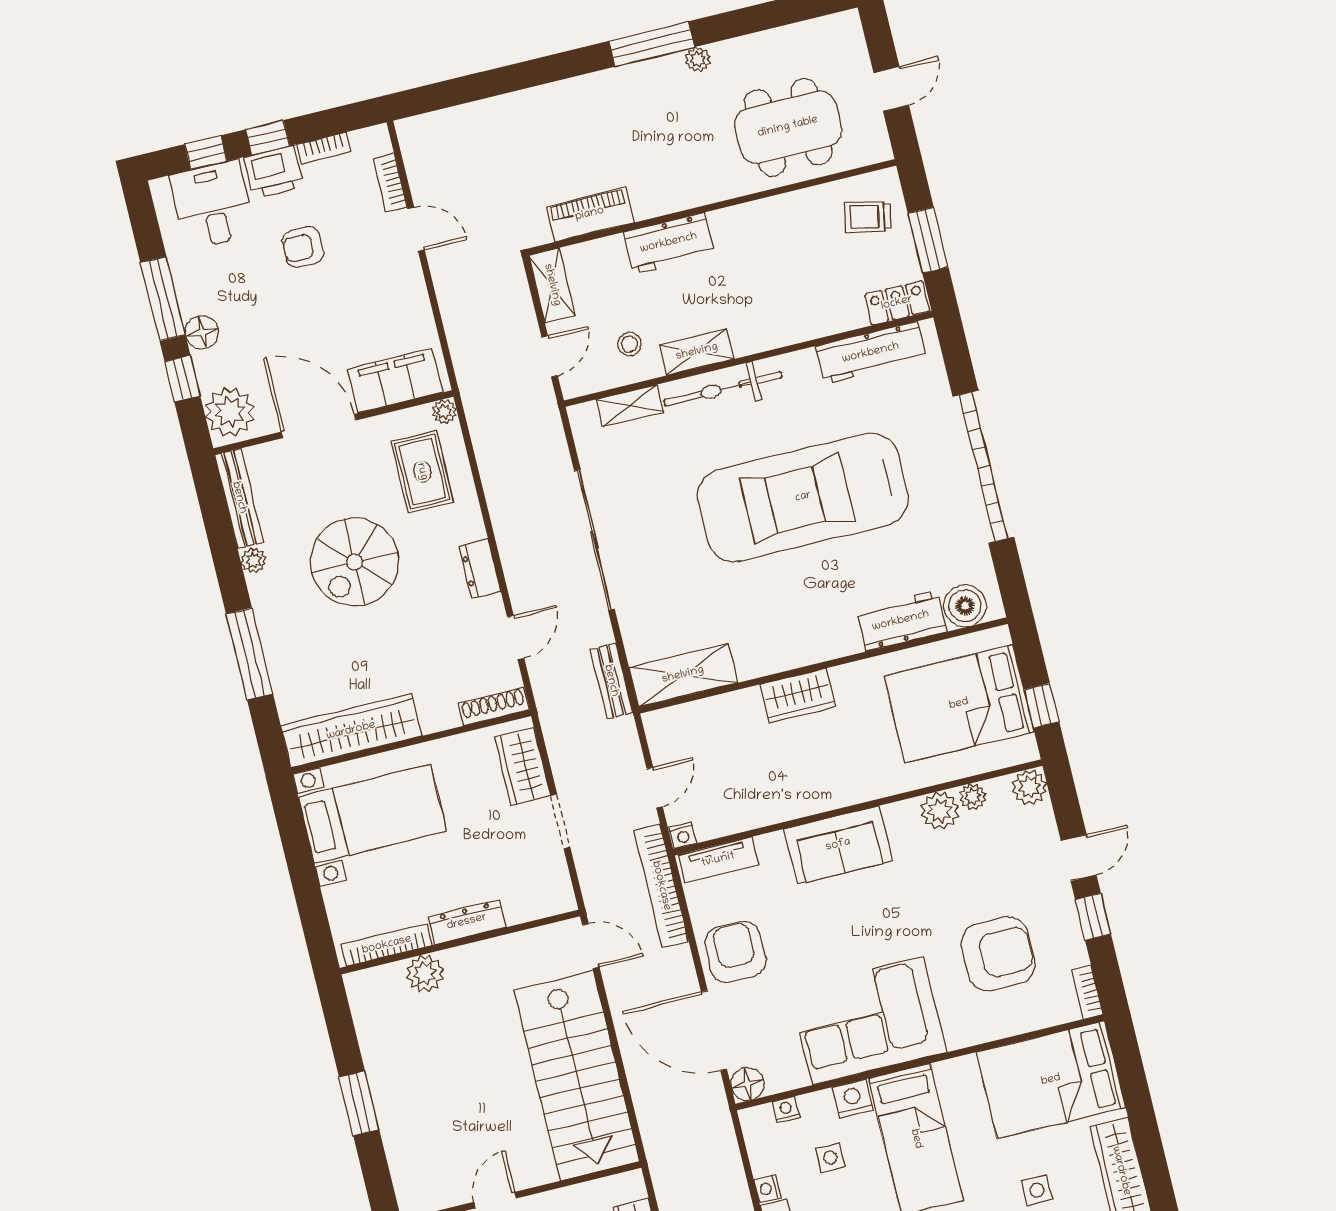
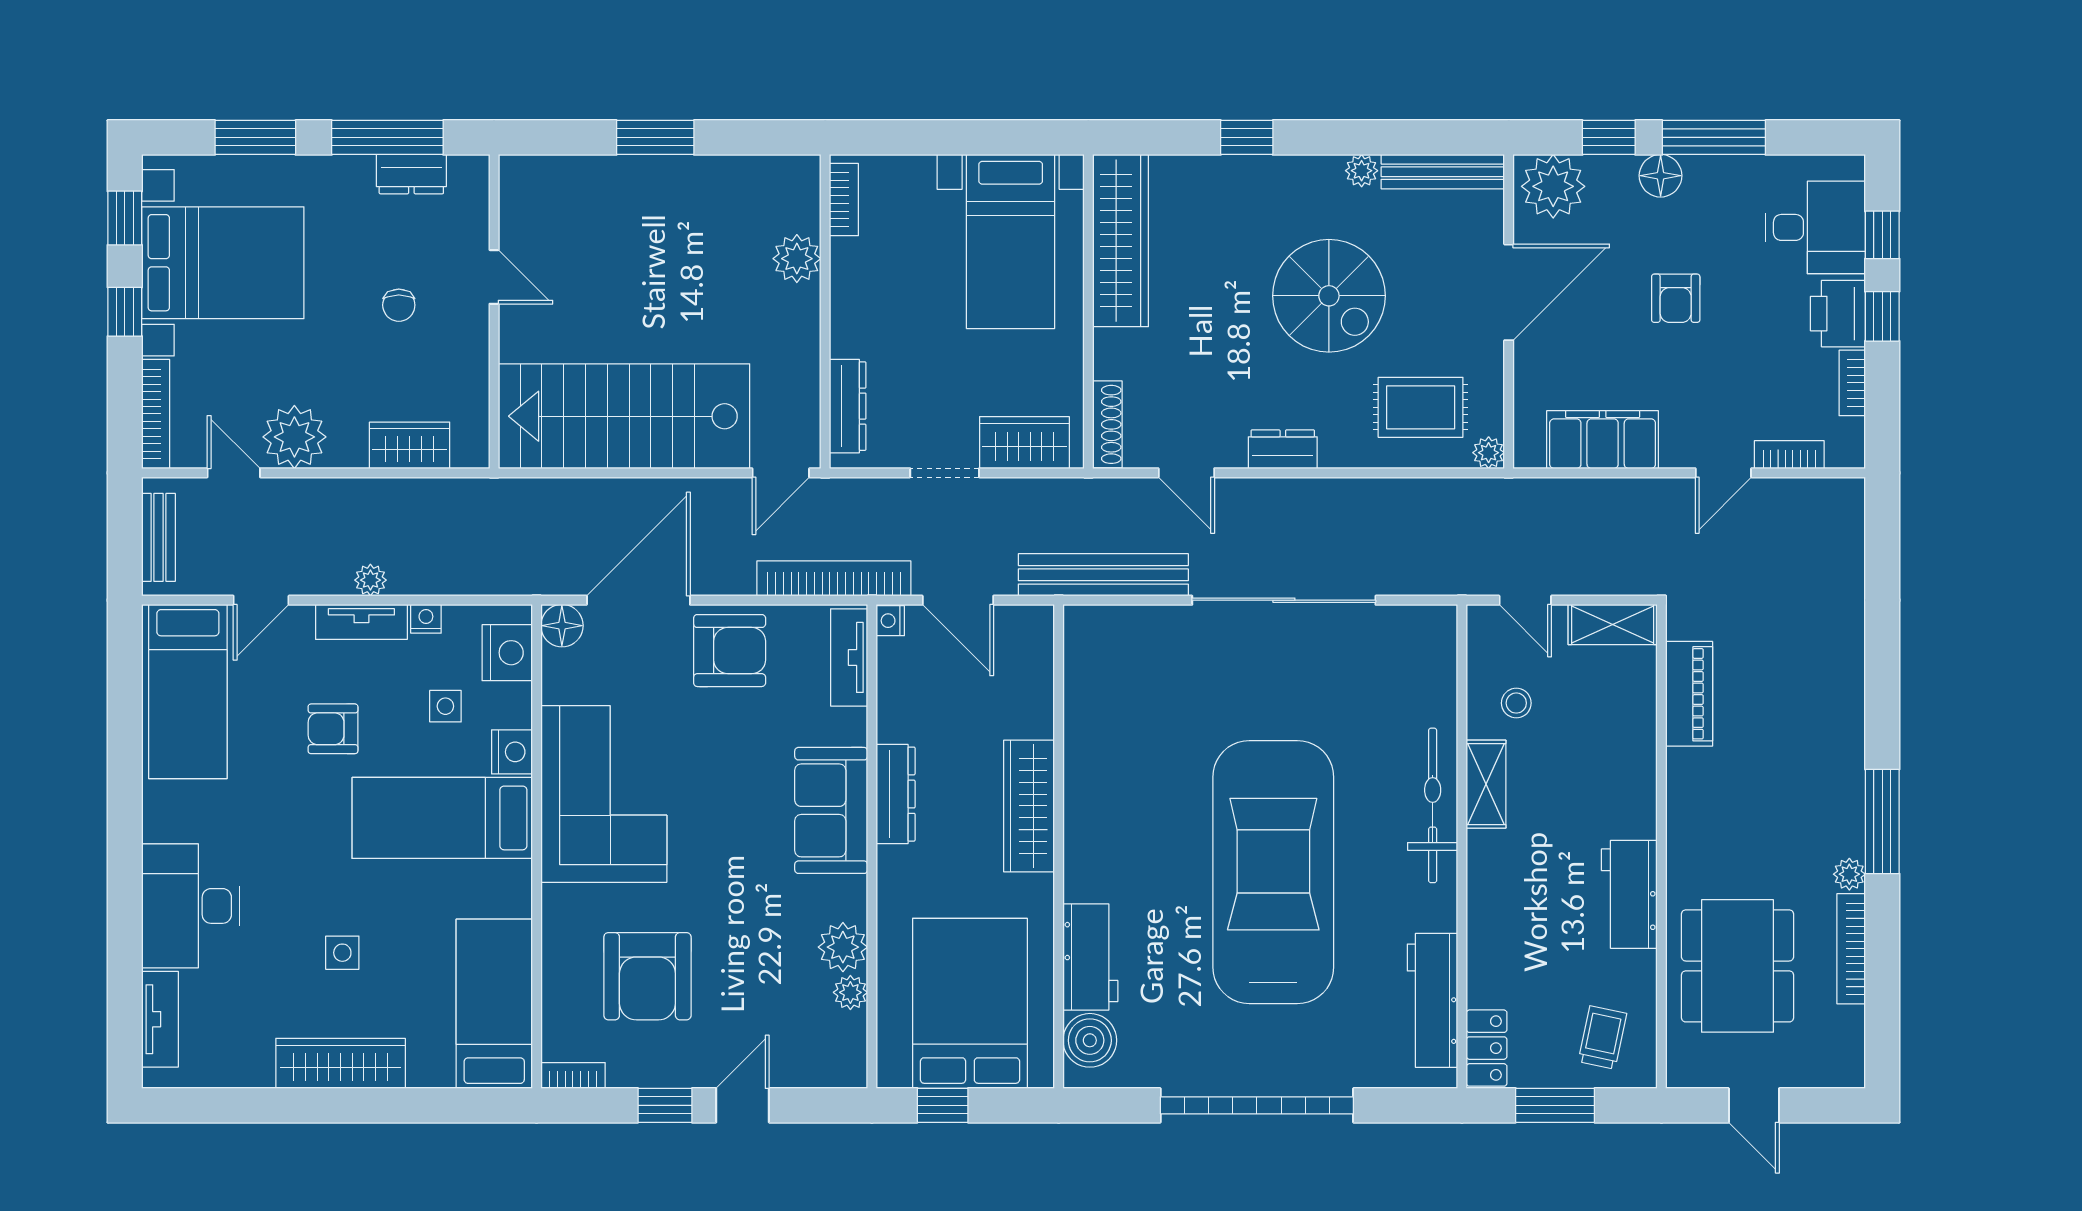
bookcase: (754, 44) -> (1851, 949), added
workbench: (669, 243) -> (1629, 894), moved
armchair: (303, 247) -> (1676, 298), moved, turned 180
filing cabinet: (395, 381) -> (1603, 440), moved, turned -90
shelving: (630, 406) -> (1440, 685), removed
spiral stairs: (355, 562) -> (1329, 296), turned 180
window: (249, 654) -> (1247, 137), width x0.46
shelving: (683, 675) -> (1089, 670), removed
bench: (611, 681) -> (1103, 575), width x1.86, depth x1.21
wardrobe: (798, 695) -> (1029, 806), width x1.50
plant: (1029, 787) -> (845, 1066), removed
door: (655, 788) -> (958, 600), width x1.38
dresser: (814, 799) -> (896, 794), added
door: (1079, 858) -> (743, 1105), swing flipped
dresser: (467, 922) -> (848, 406), moved
bookcase: (387, 945) -> (844, 200), width x0.64
bed: (1051, 1080) -> (494, 1004), width x0.67
nightstand: (786, 1110) -> (507, 653), width x1.89, depth x1.79

